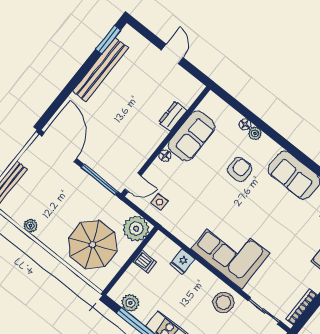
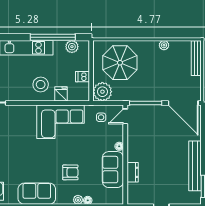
armchair: (240, 169) -> (70, 172), turned -90
corner sofa: (230, 251) -> (61, 122), moved
stool: (223, 302) -> (41, 84), moved

